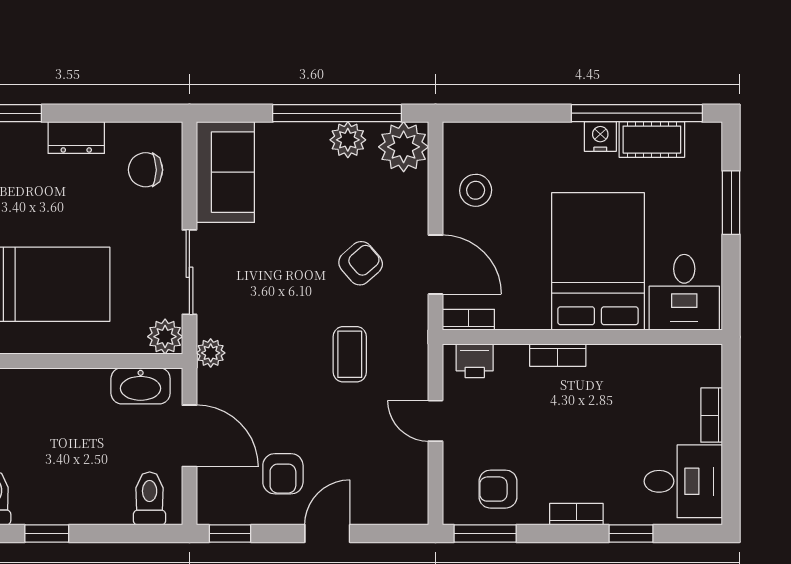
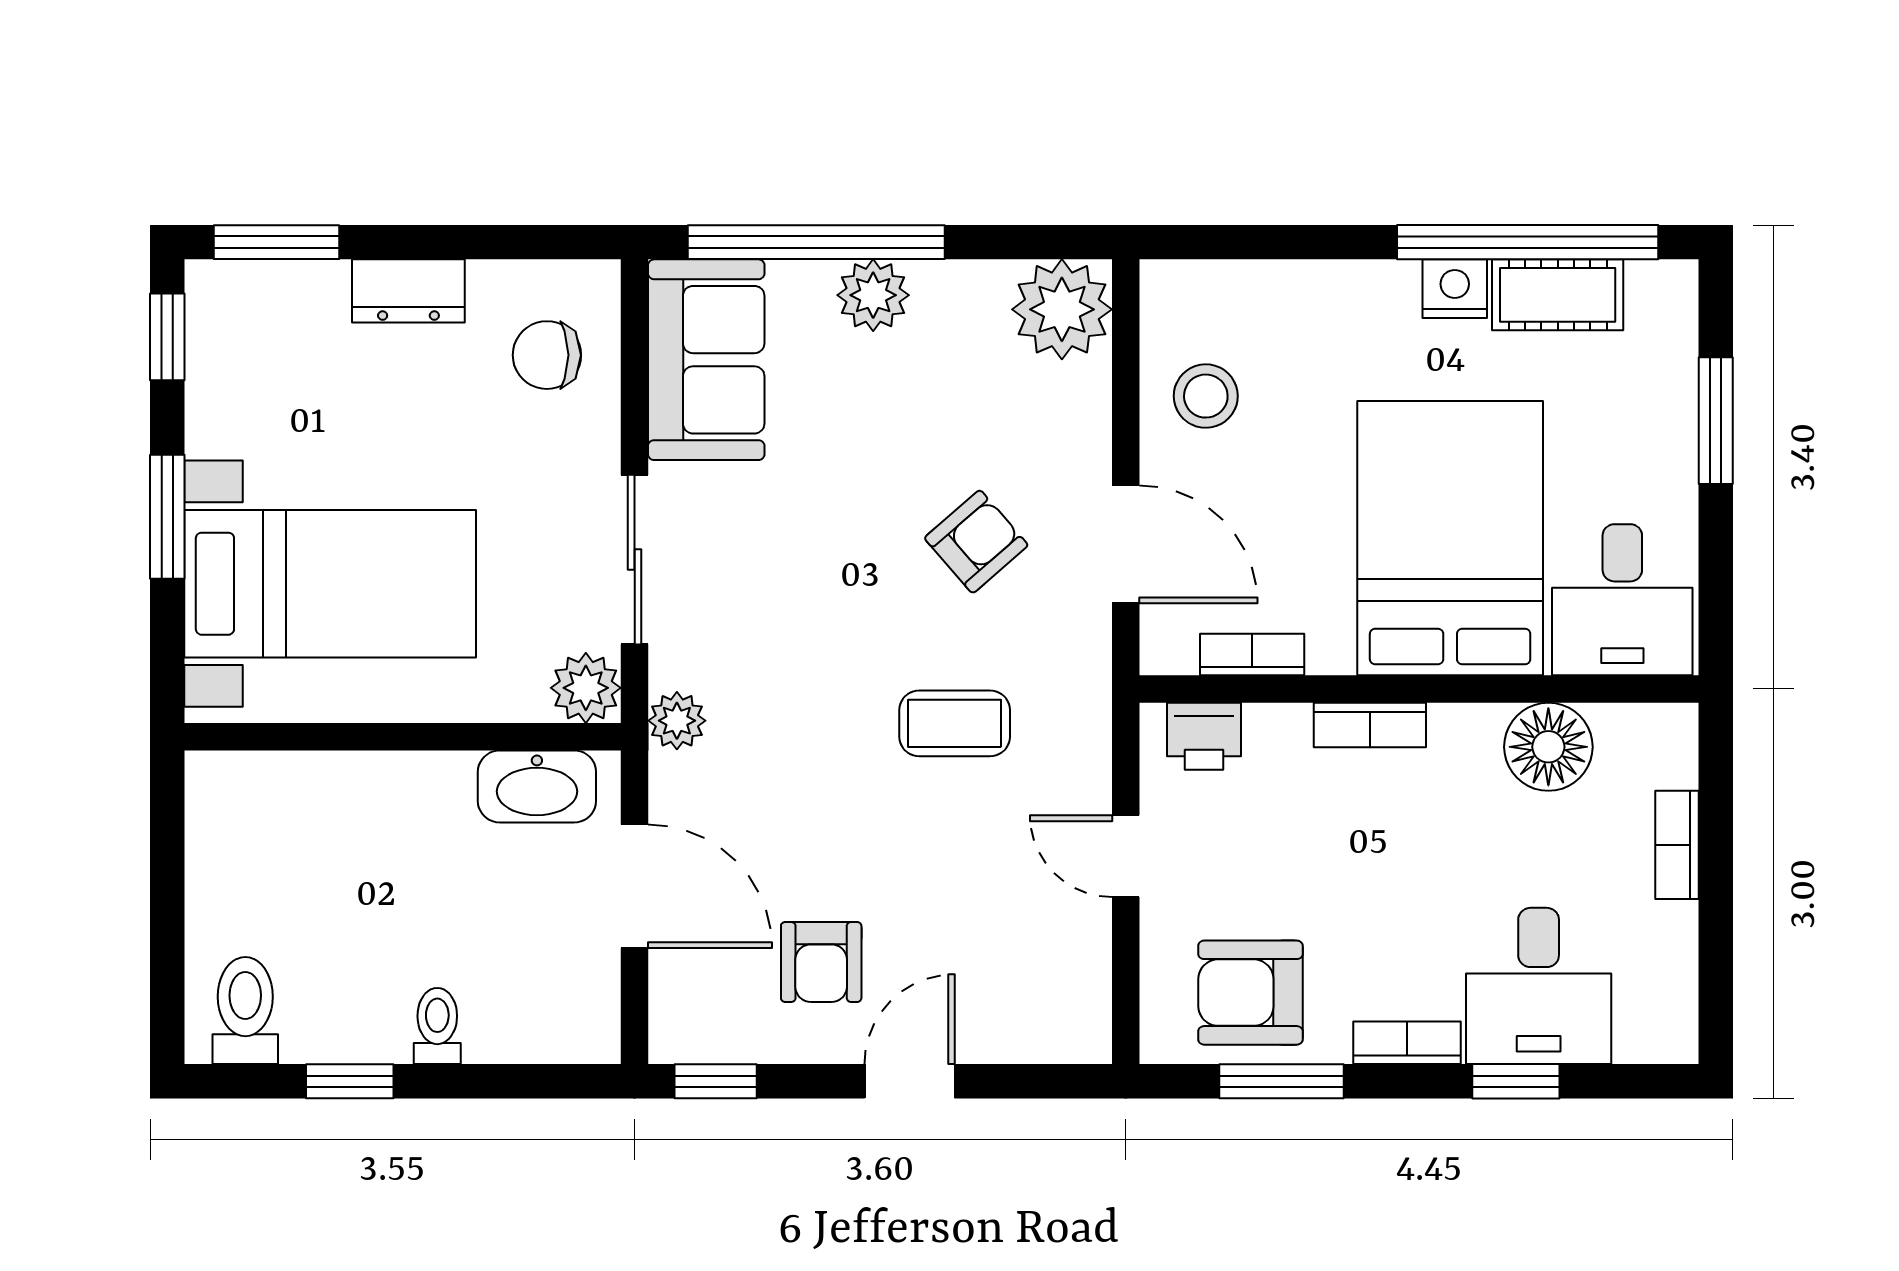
window: (337, 113) -> (816, 242), moved
plant: (348, 140) -> (873, 295), moved
bookcase: (468, 320) -> (1252, 655), moved
coffee table: (350, 354) -> (955, 723), turned 90
floor lamp: (647, 366) -> (1548, 747), added
desk: (683, 481) -> (1539, 986), moved, turned 90
armchair: (498, 489) -> (1250, 993), width x1.38, depth x1.38
toilet: (150, 498) -> (437, 1026), moved, width x0.73, depth x0.72
window: (485, 533) -> (1282, 1081), moved

